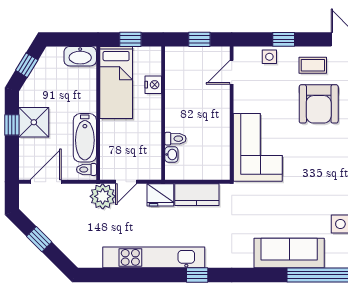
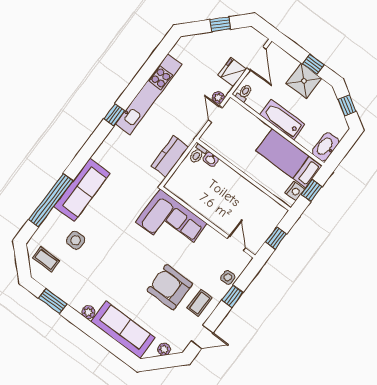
nightstand: (153, 85) -> (295, 191), moved, turned -90
bathtub: (85, 138) -> (282, 120), moved
toilet: (175, 139) -> (198, 154), moved
fridge: (160, 195) -> (232, 72), moved
plant: (103, 196) -> (218, 97), width x0.53, depth x0.53

